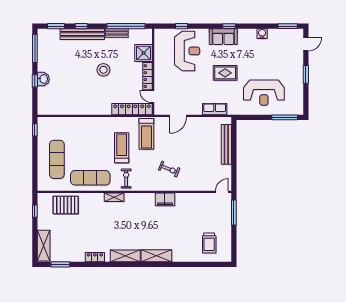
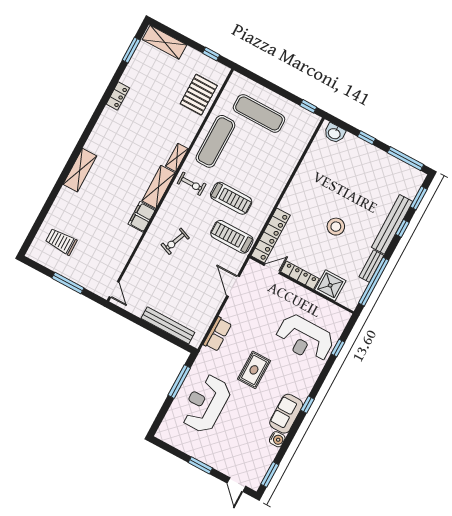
sofa: (223, 37) -> (286, 414), moved
washbasin: (43, 79) -> (334, 133), moved
window: (285, 117) -> (179, 382), moved
window: (234, 212) -> (68, 283), moved
shelving: (125, 256) -> (159, 187), moved

